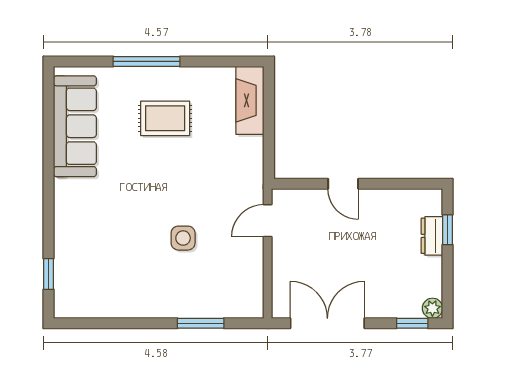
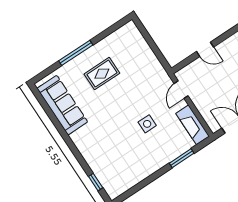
fireplace: (250, 100) -> (193, 125), moved

